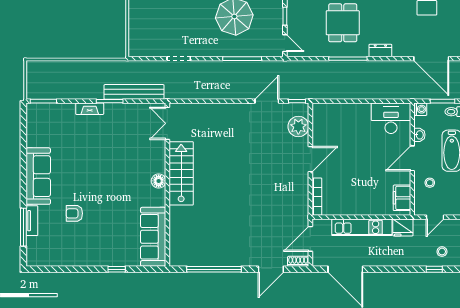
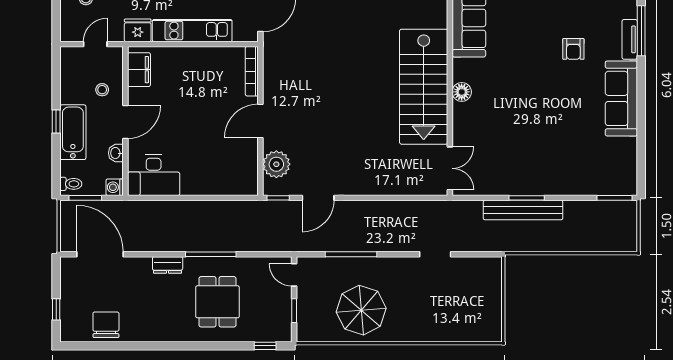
bench: (134, 92) -> (523, 210), moved
fireplace: (90, 109) -> (553, 188), removed
stairs: (181, 173) -> (424, 87), width x1.36, depth x1.51
armchair: (74, 213) -> (573, 49), turned 90

